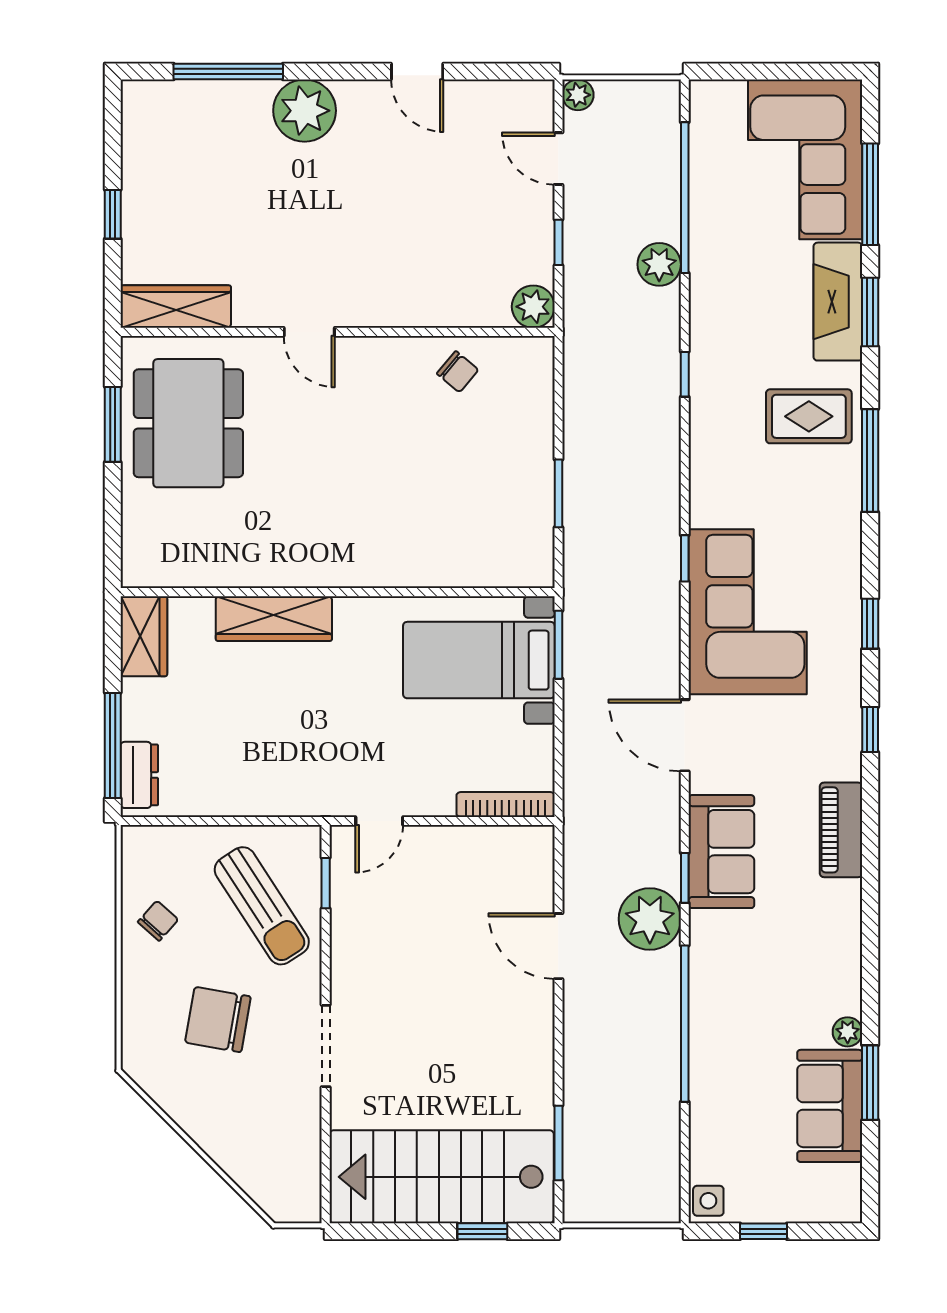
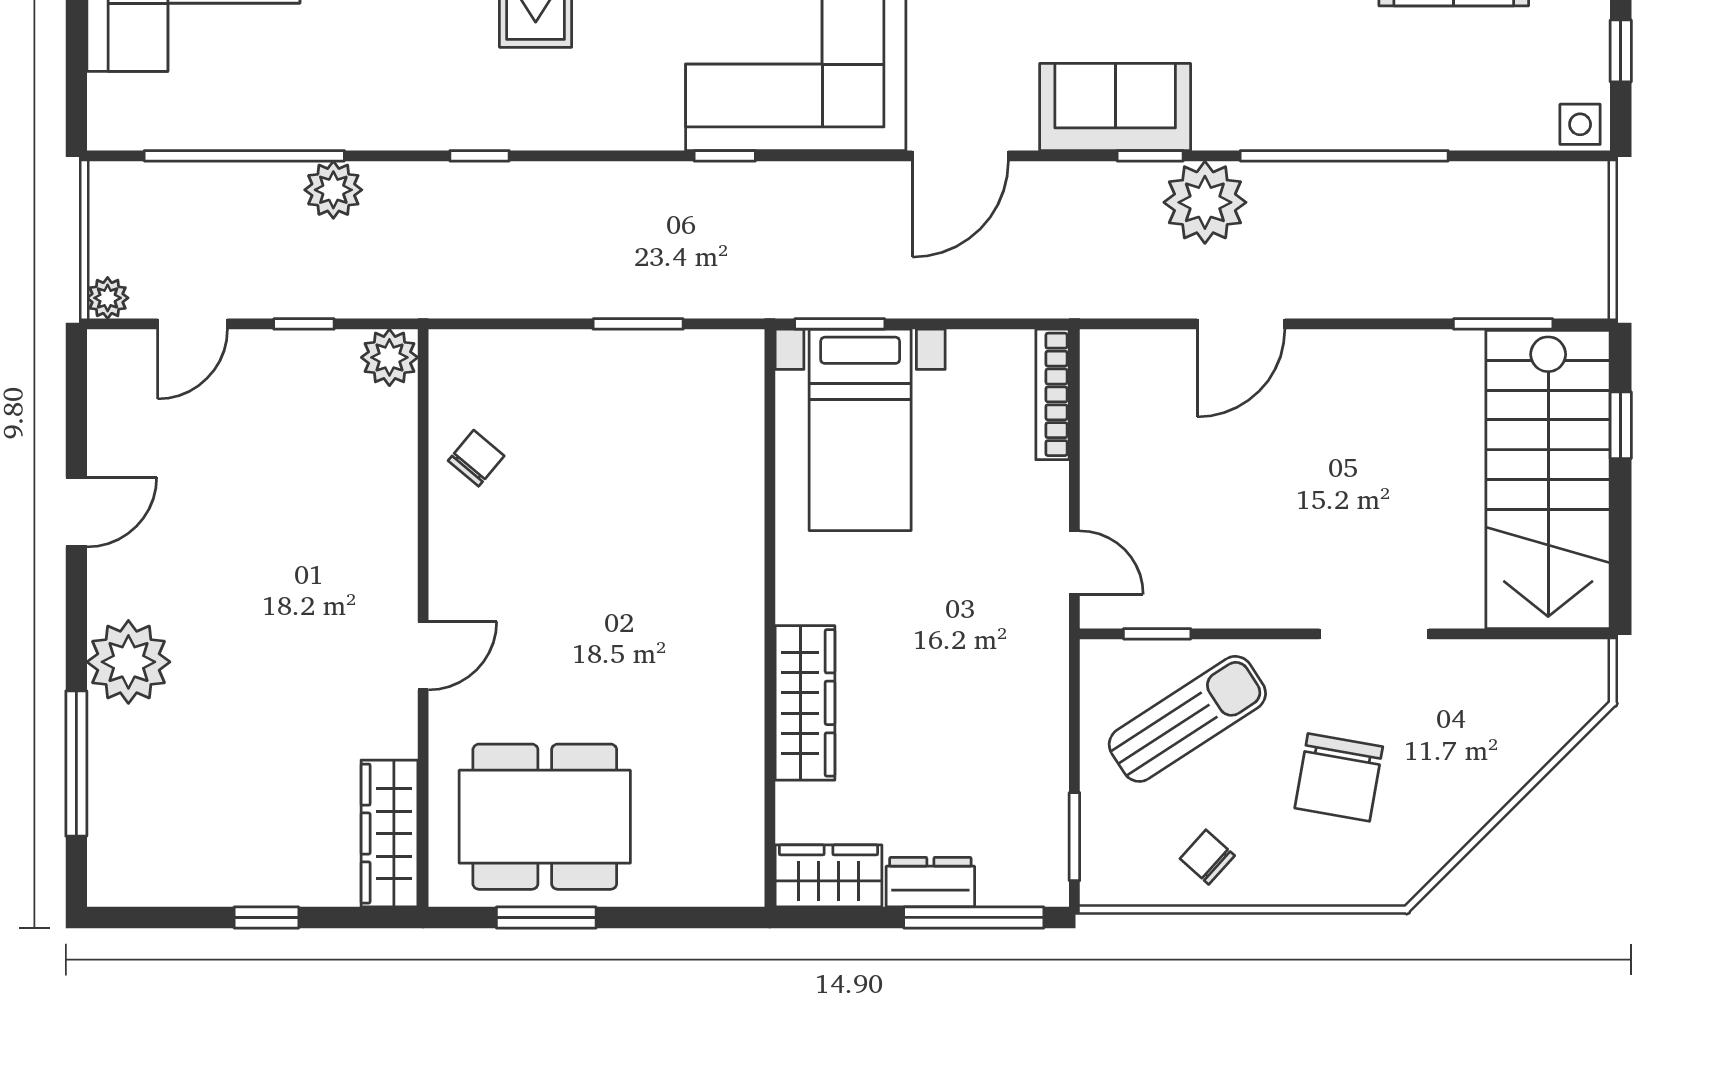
dresser: (139, 775) -> (930, 882), moved
window: (173, 821) -> (1074, 837), added

